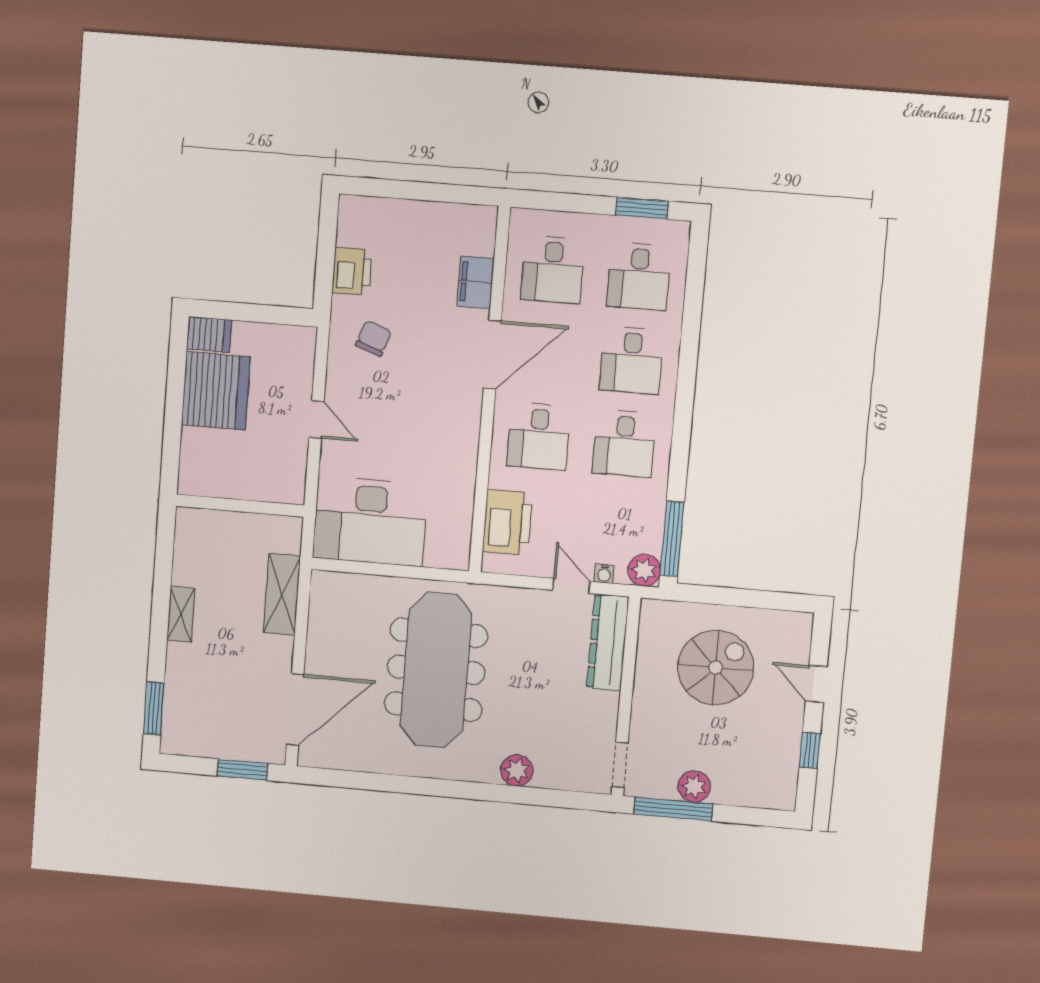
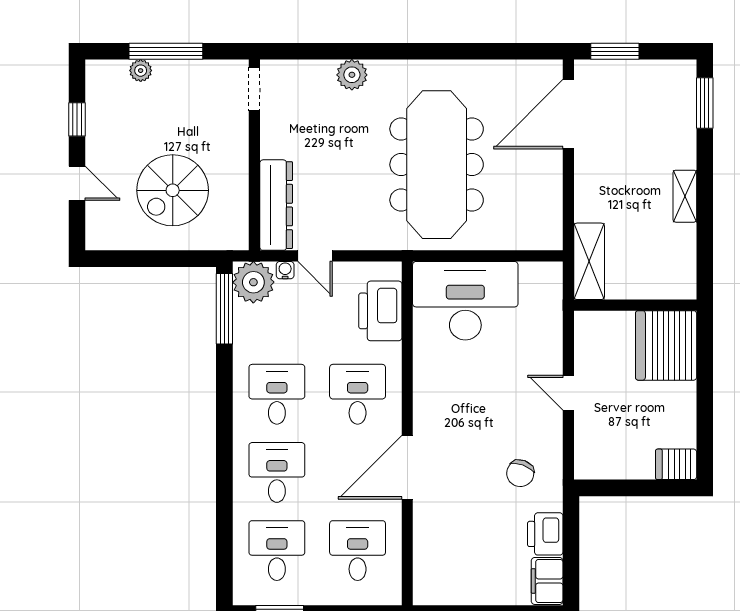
filing cabinet: (476, 282) -> (547, 581), moved, turned 180
server rack: (216, 391) -> (666, 345), moved
desk: (370, 521) -> (465, 301), moved
plant: (644, 570) -> (253, 282), width x1.36, depth x1.36
shelving: (282, 594) -> (589, 261), moved
plant: (694, 787) -> (141, 71), moved, width x0.73, depth x0.73
window: (673, 809) -> (166, 51), moved

